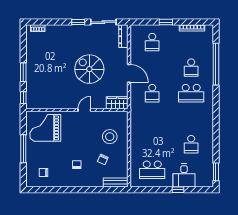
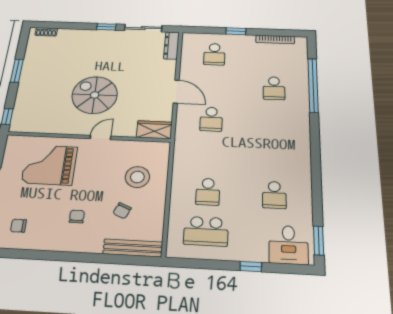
spiral stairs: (89, 69) -> (95, 95), moved
window: (23, 72) -> (17, 71), moved
school desk: (191, 93) -> (208, 192), moved, width x0.54
grand piano: (45, 128) -> (49, 165), moved
desk: (184, 175) -> (289, 245), moved
bench: (116, 182) -> (133, 248), width x1.36

